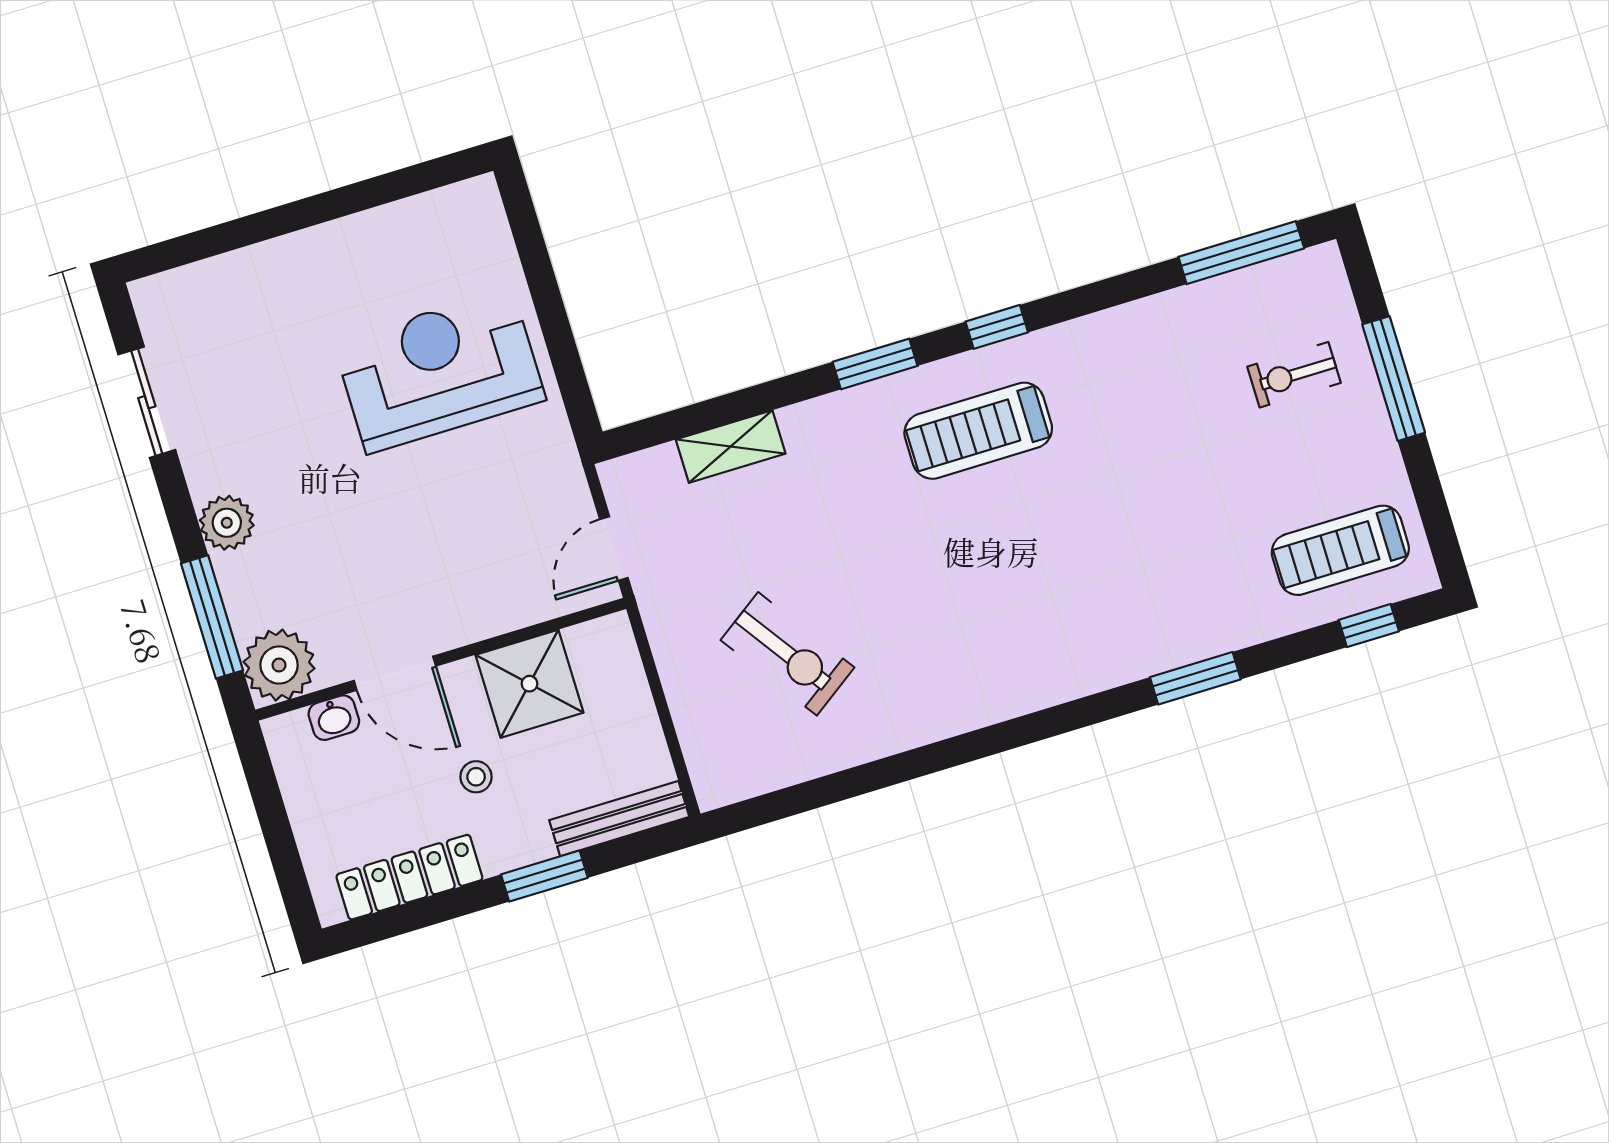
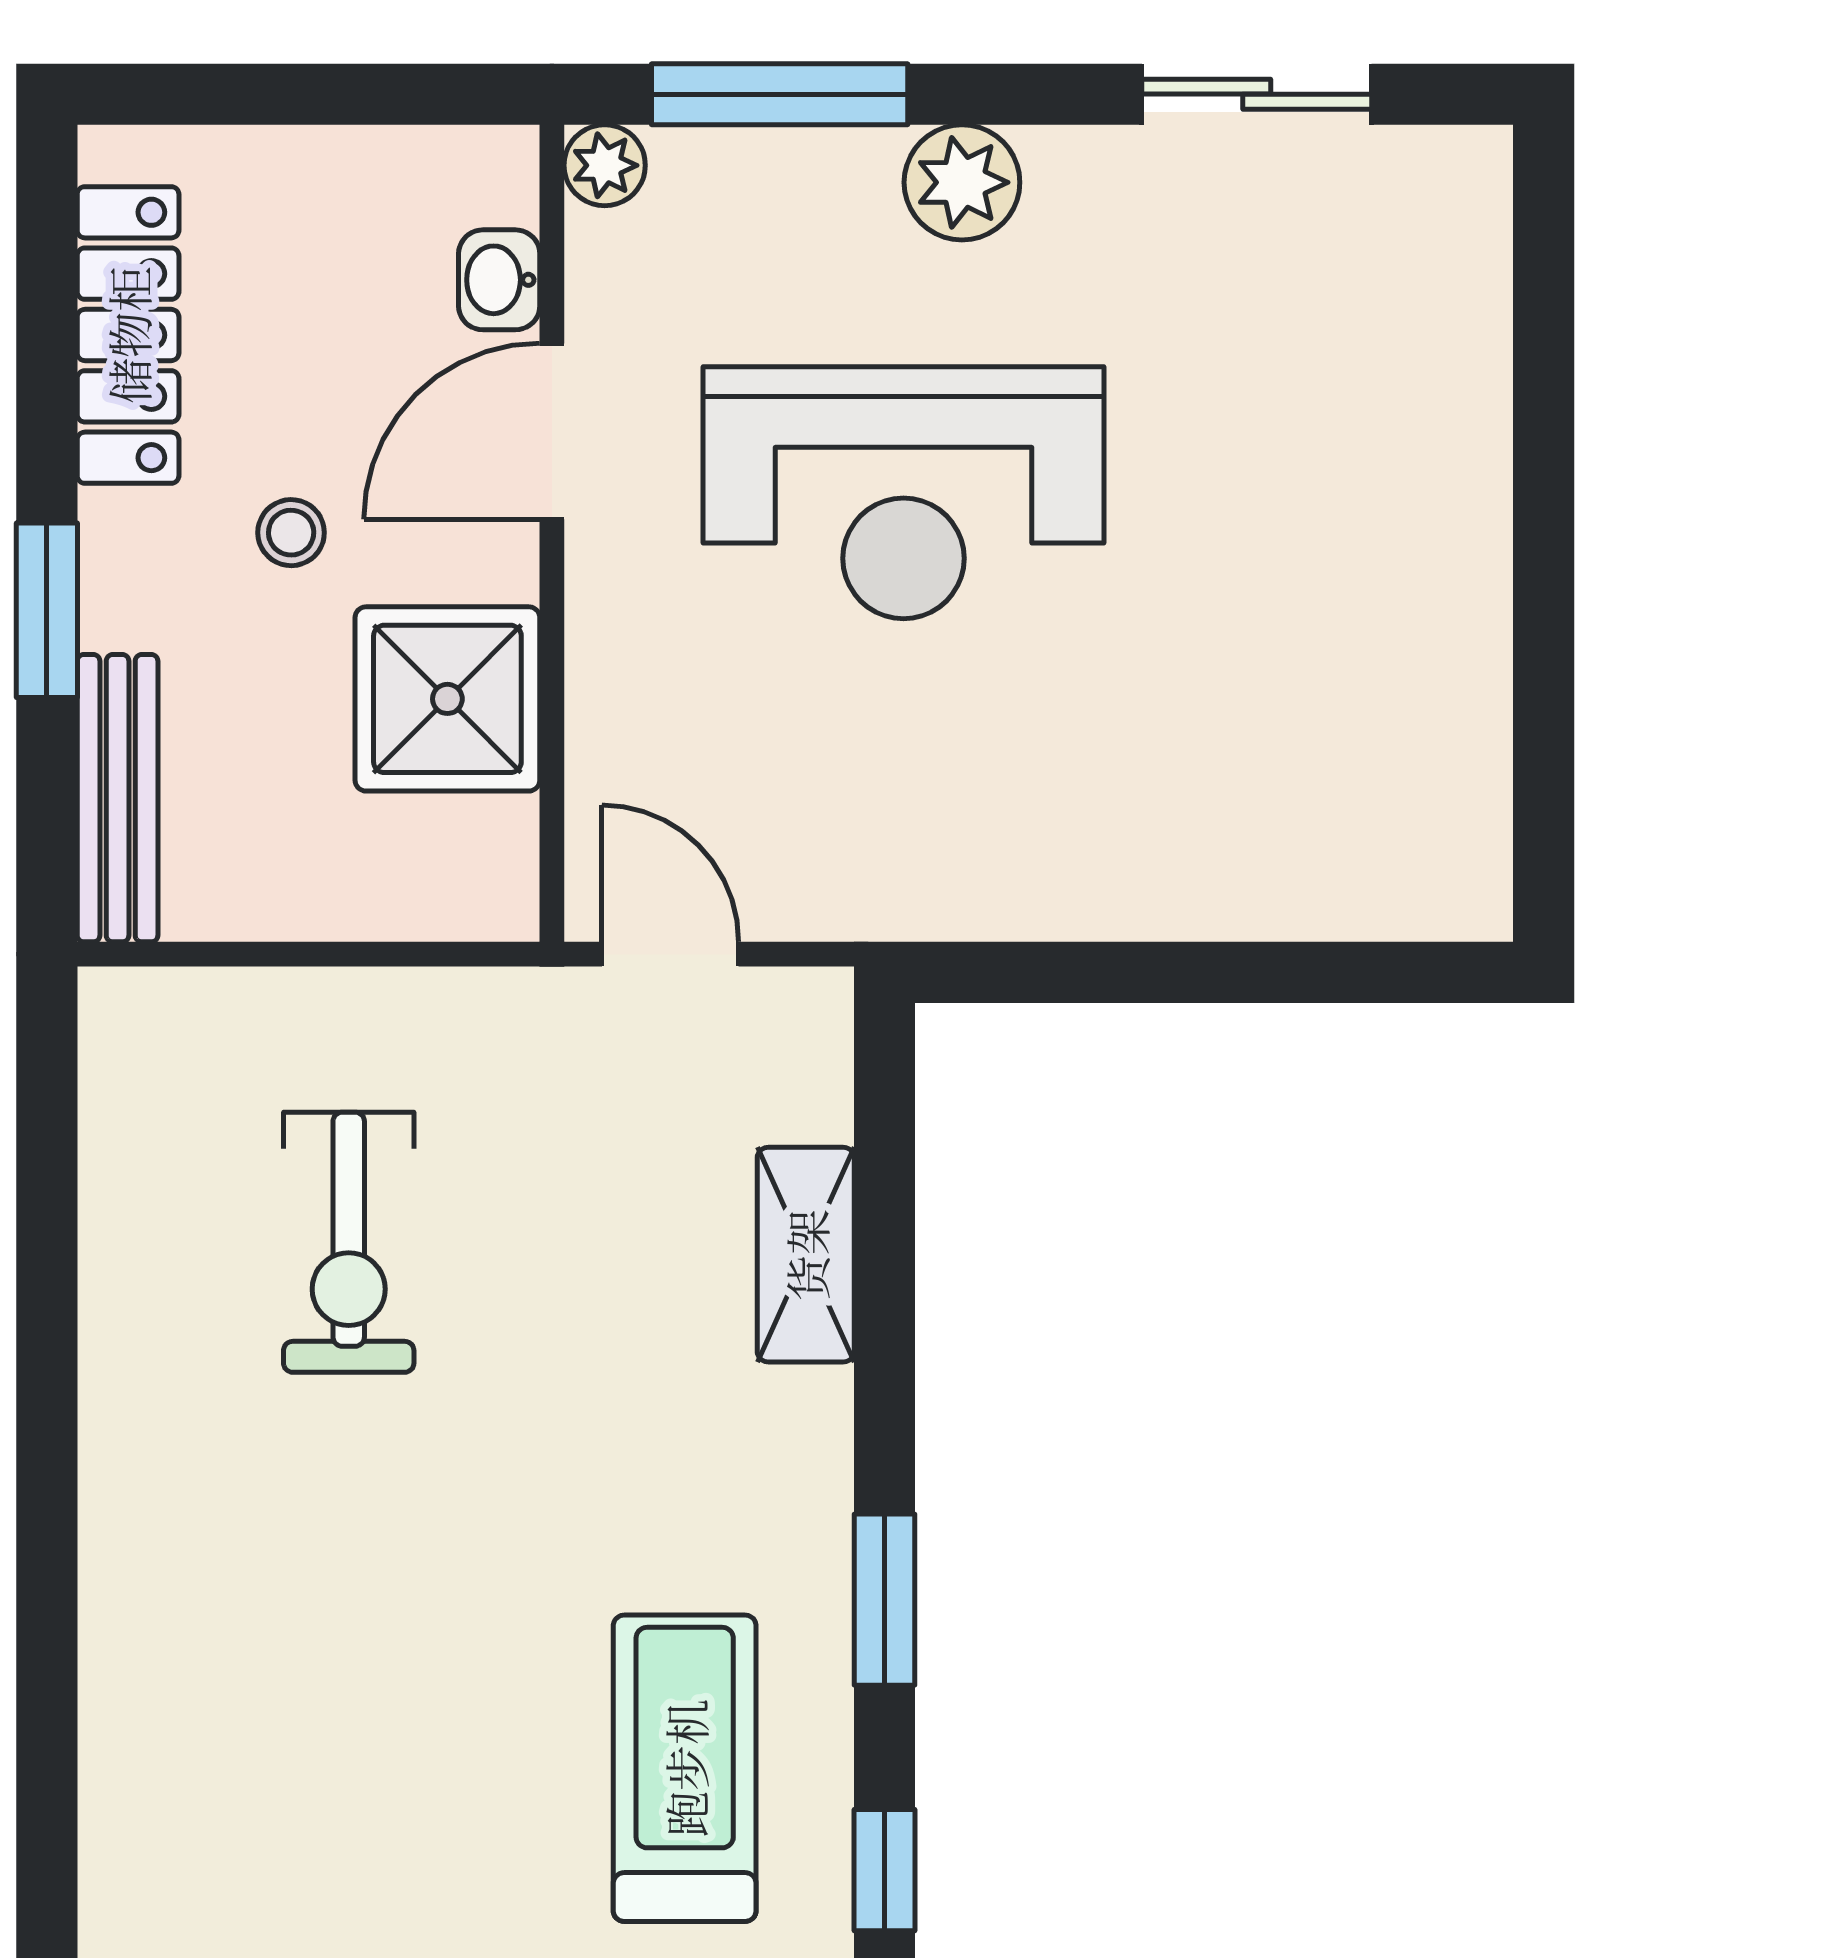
reception desk: (439, 371) -> (904, 493), moved, turned 90
exercise bike: (787, 654) -> (349, 1242), turned -55
plant: (279, 665) -> (605, 165), width x0.53, depth x0.53

